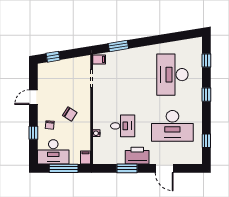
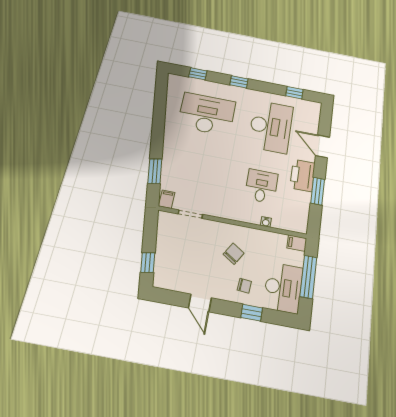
desk: (172, 75) -> (207, 114), turned 180
door: (164, 168) -> (322, 146), swing flipped

